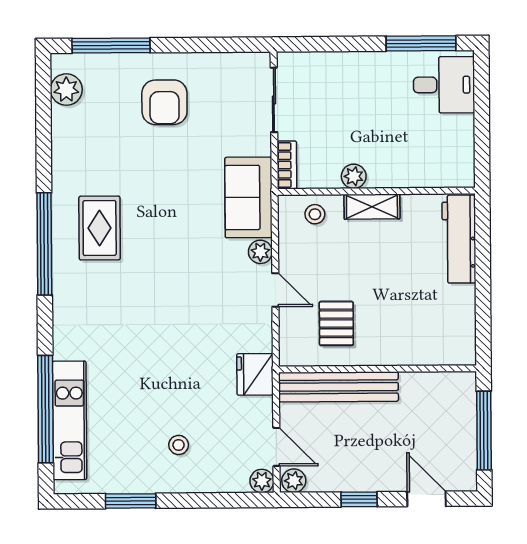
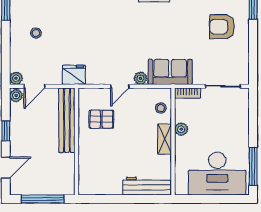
desk: (444, 85) -> (217, 174), width x1.87, depth x1.30

